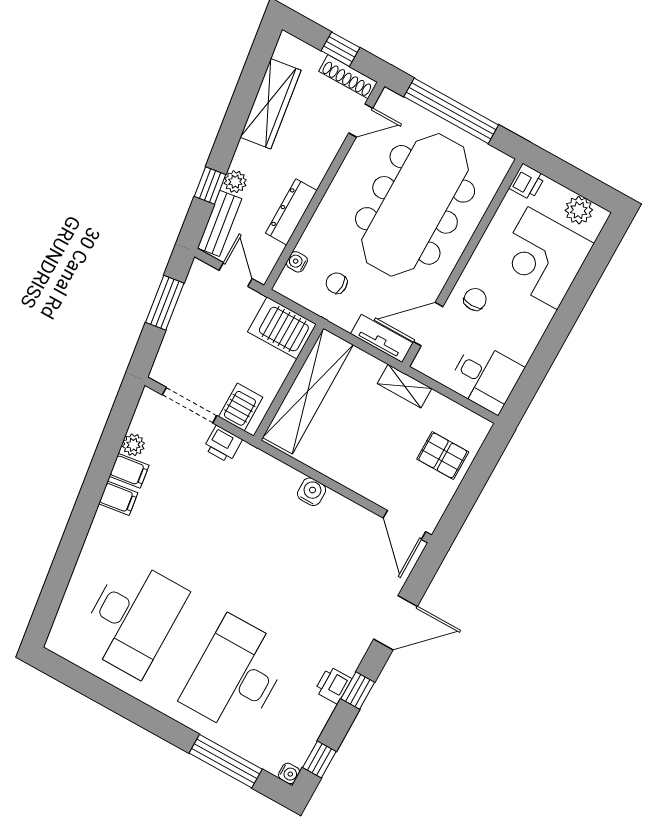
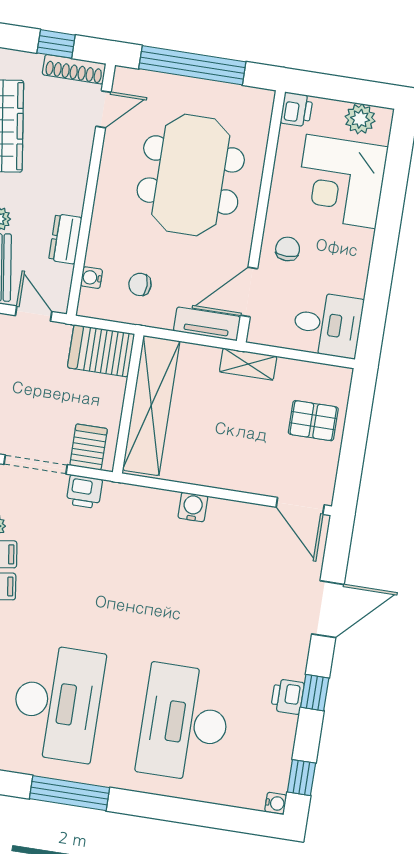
meeting table: (415, 205) -> (191, 175), width x0.73
dresser: (291, 212) -> (65, 239), width x0.70
window: (226, 761) -> (69, 793), moved

